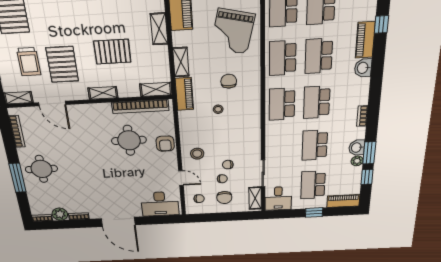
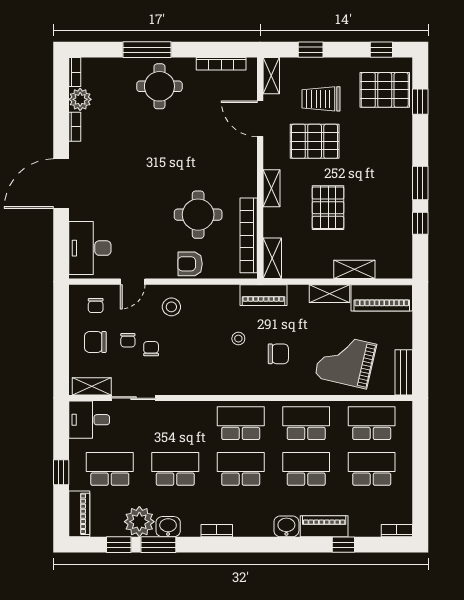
shelving: (181, 62) -> (329, 294), moved
door: (52, 104) -> (260, 119), hinge flipped
plant: (357, 161) -> (139, 522), width x1.88, depth x1.88

